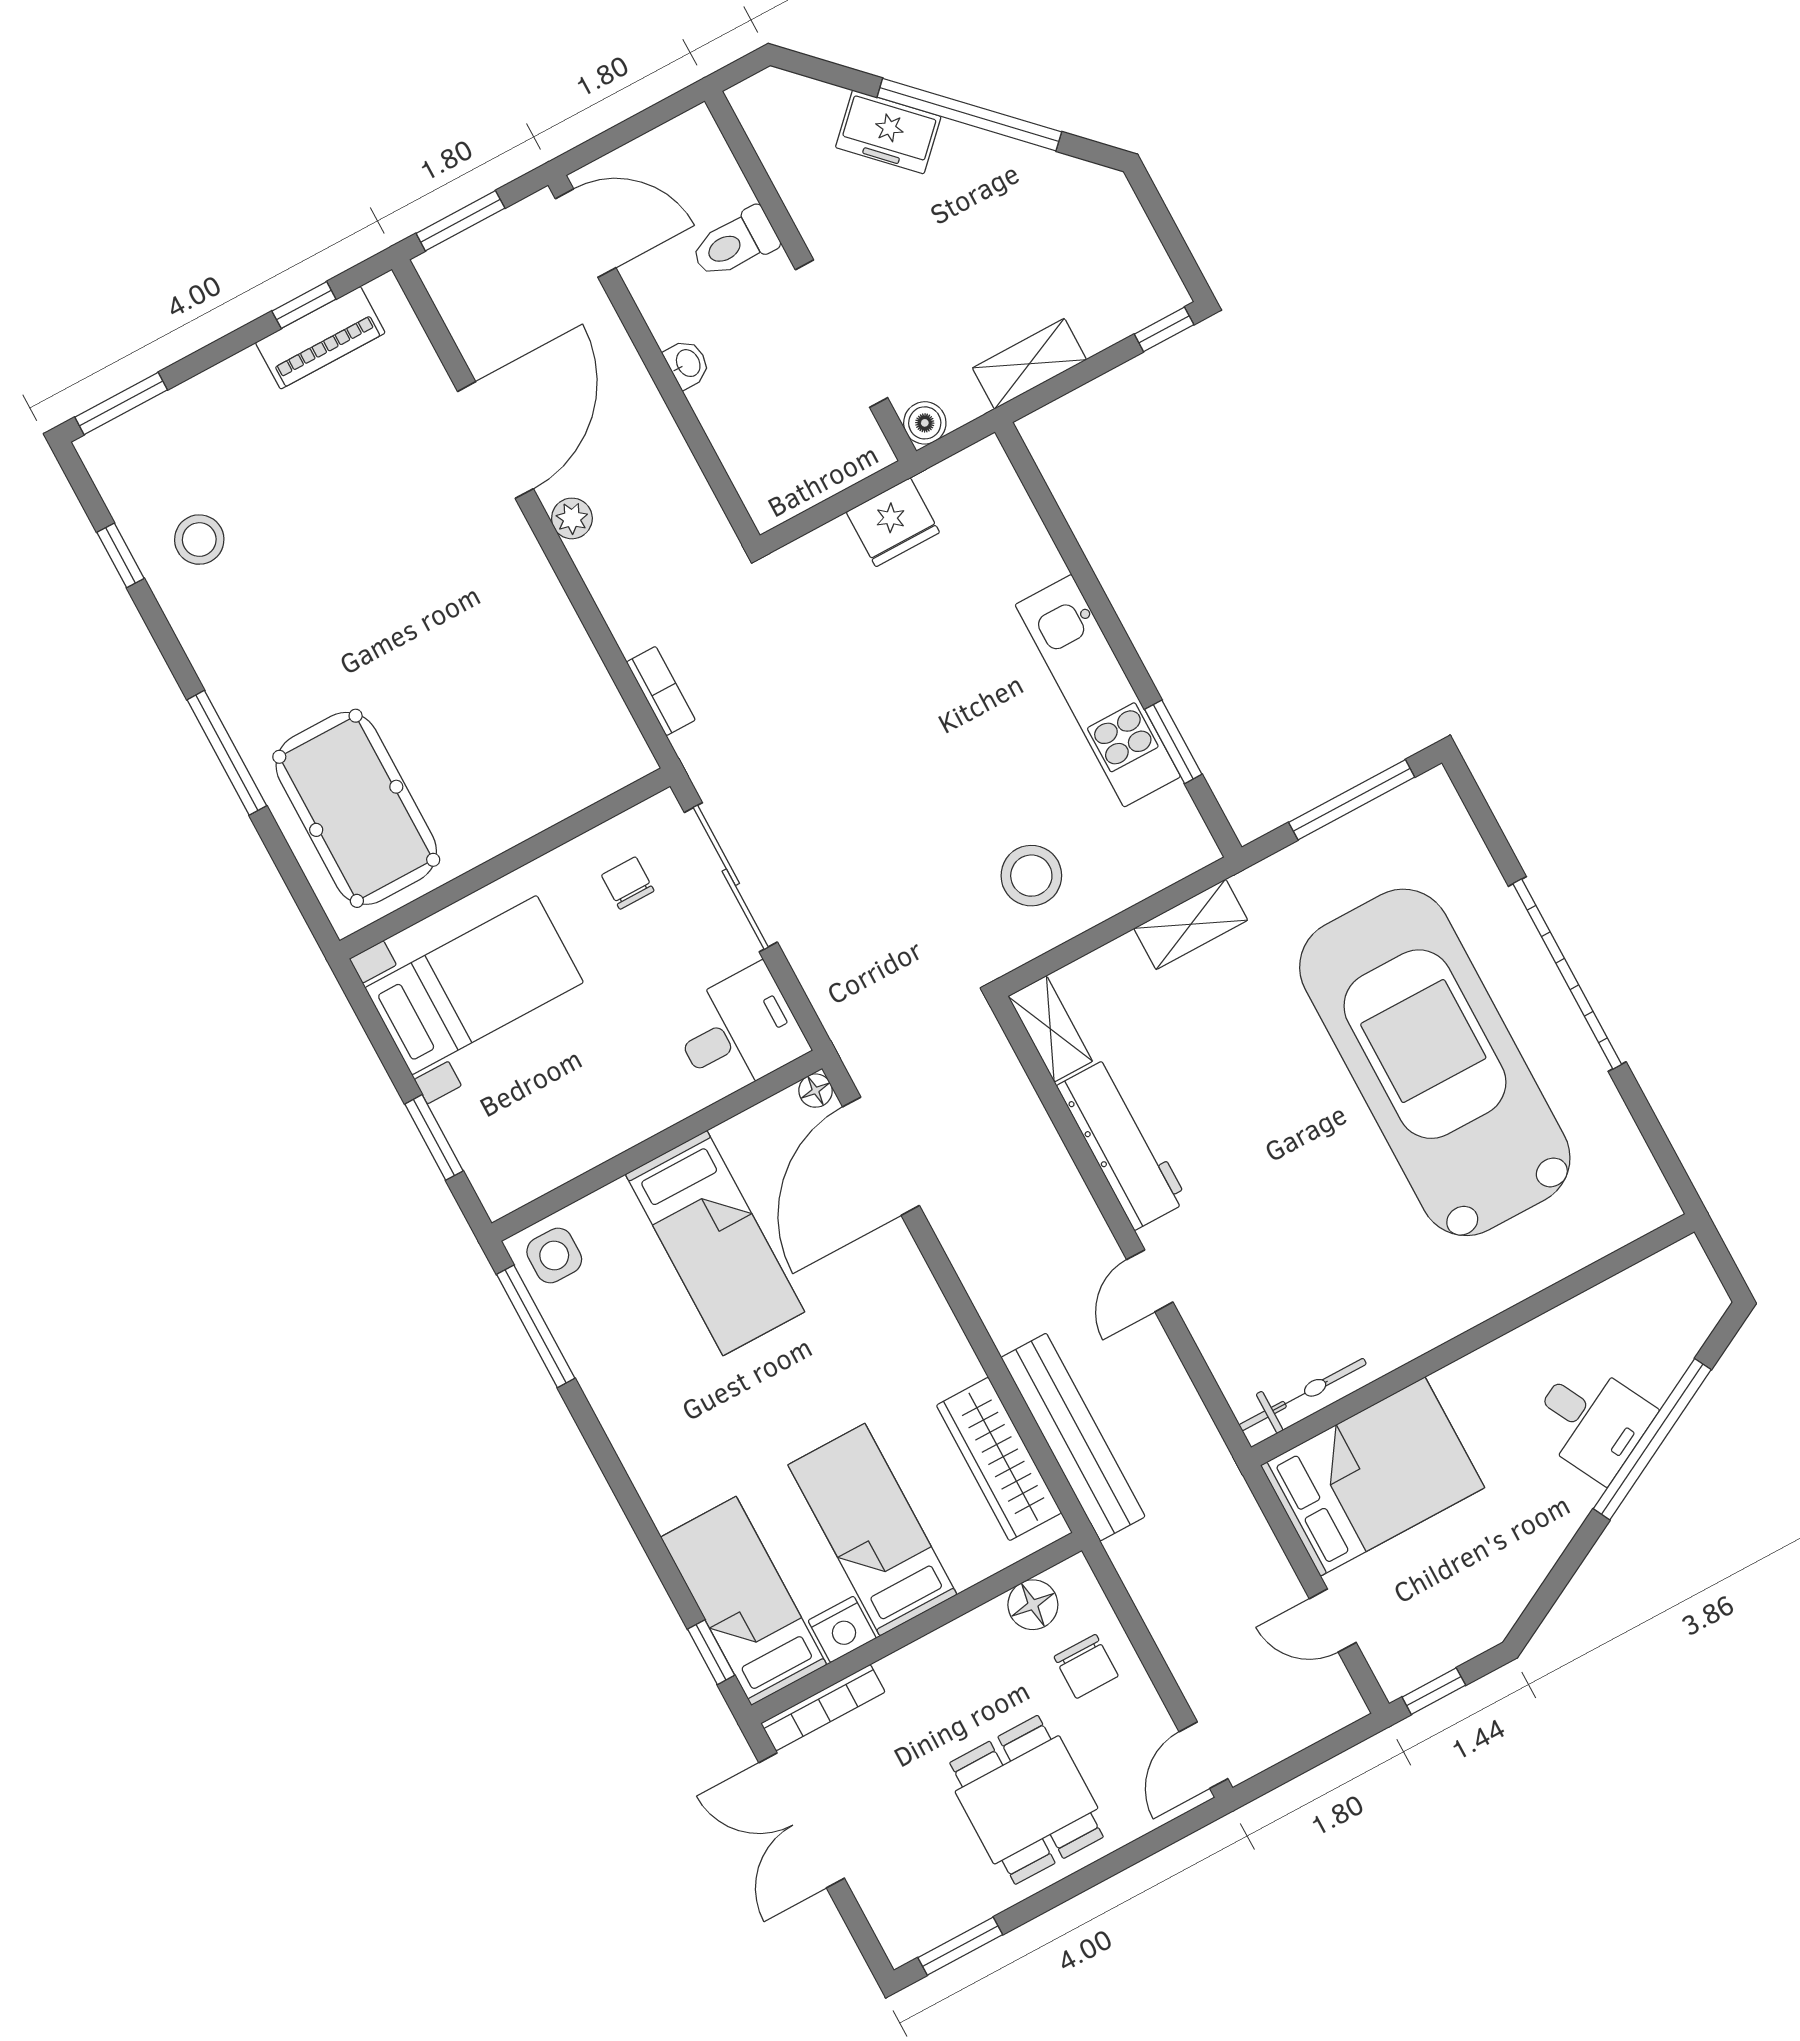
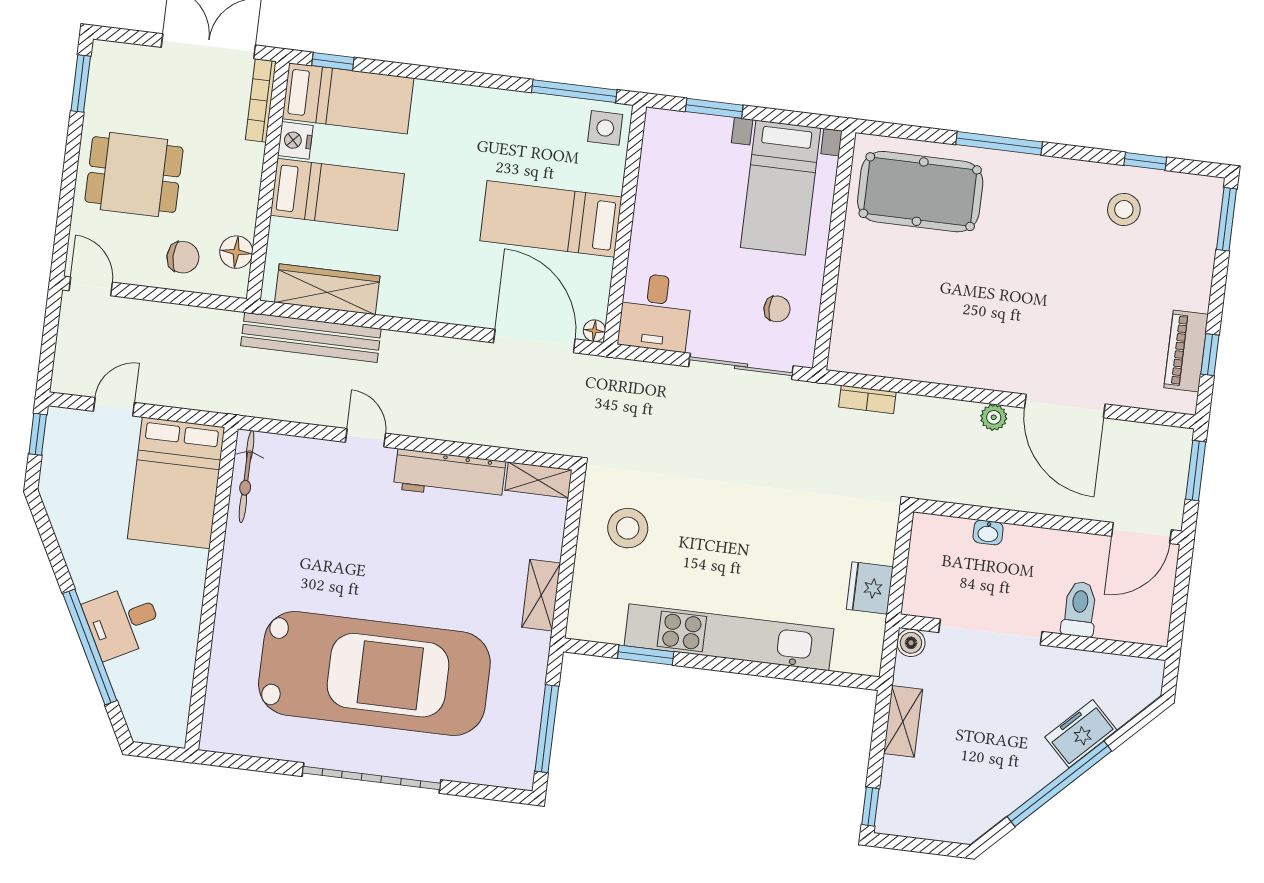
washbasin: (687, 364) -> (988, 532), moved
kitchen unit: (1098, 691) -> (729, 637), width x1.36
chair: (1086, 1666) -> (183, 257), turned 180

